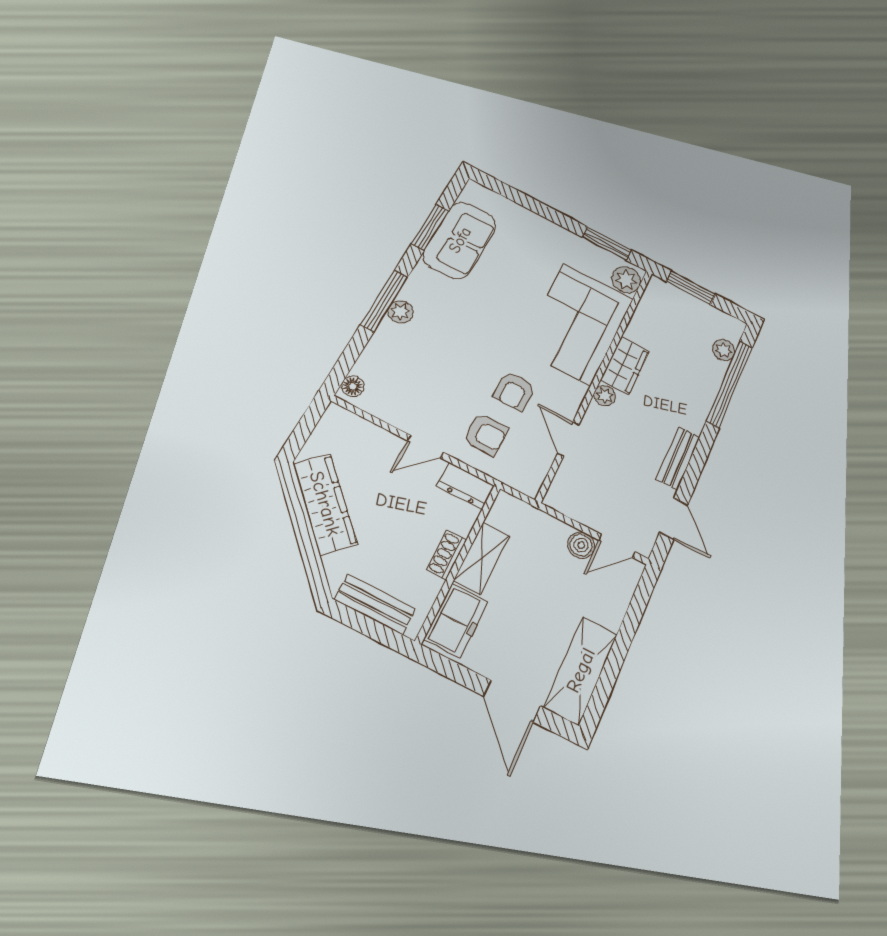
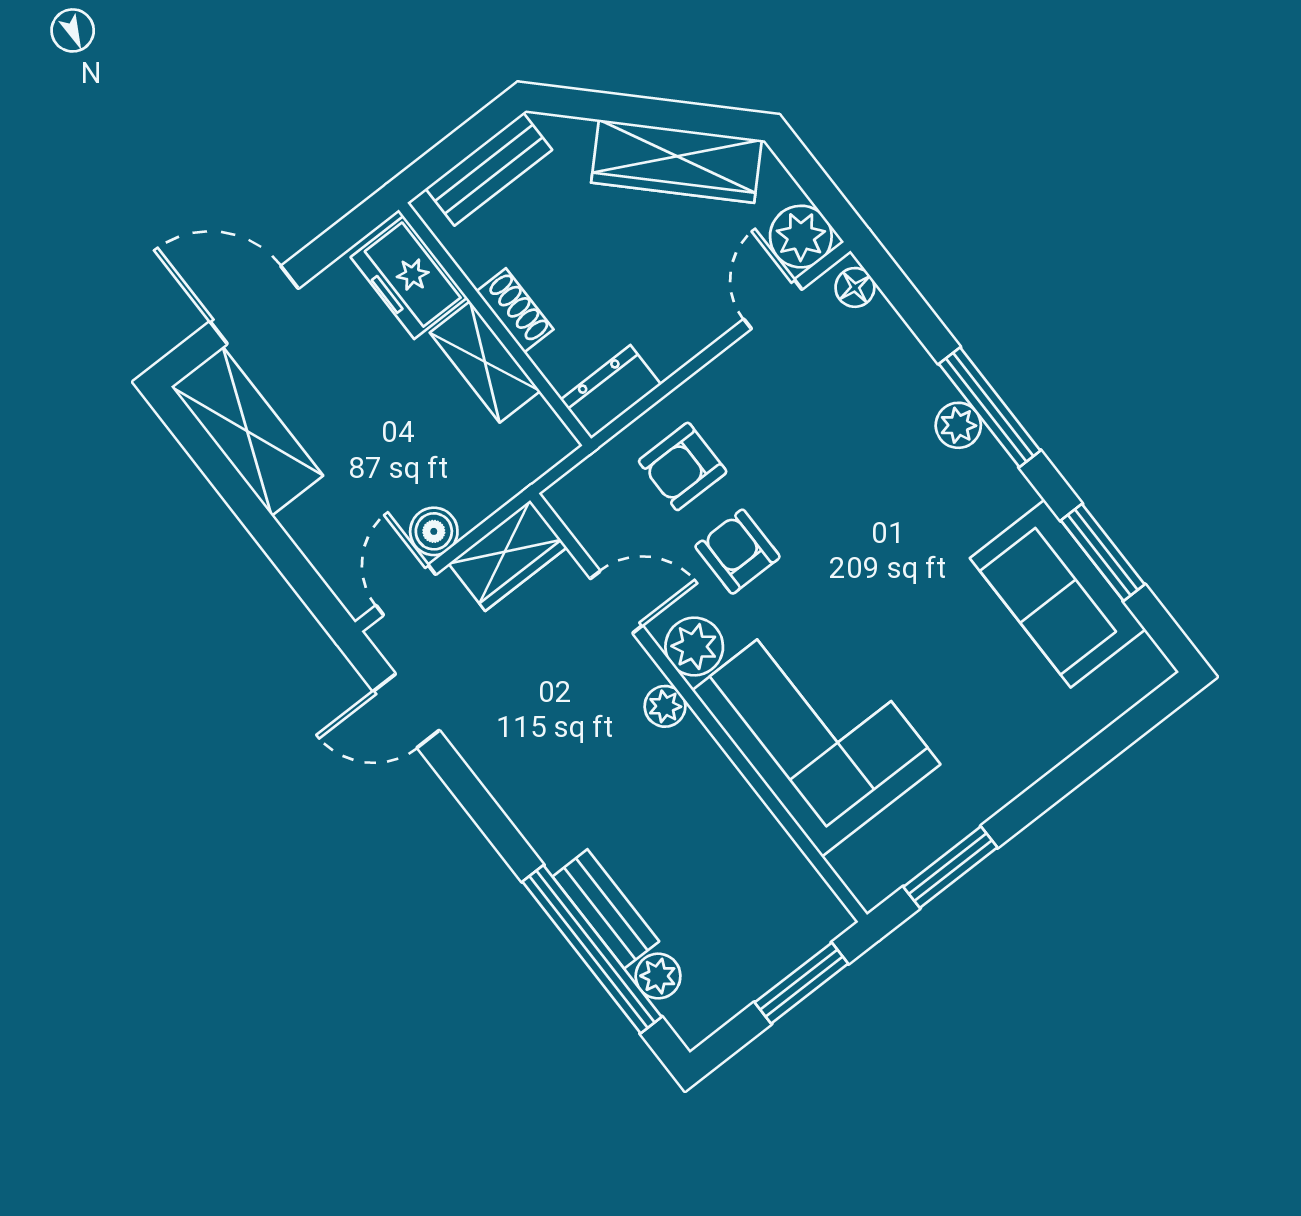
plant: (626, 280) -> (694, 646), moved
wardrobe: (625, 365) -> (508, 556), moved, turned -90
plant: (338, 423) -> (801, 237), added
door: (425, 447) -> (773, 304), moved
bench: (678, 458) -> (606, 909), moved

